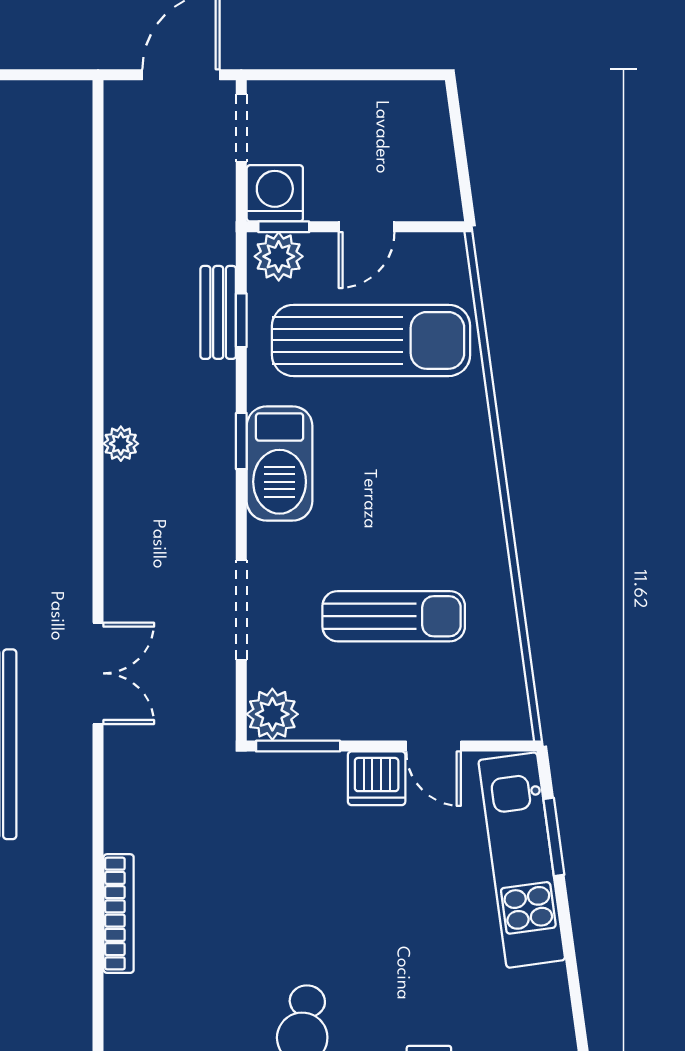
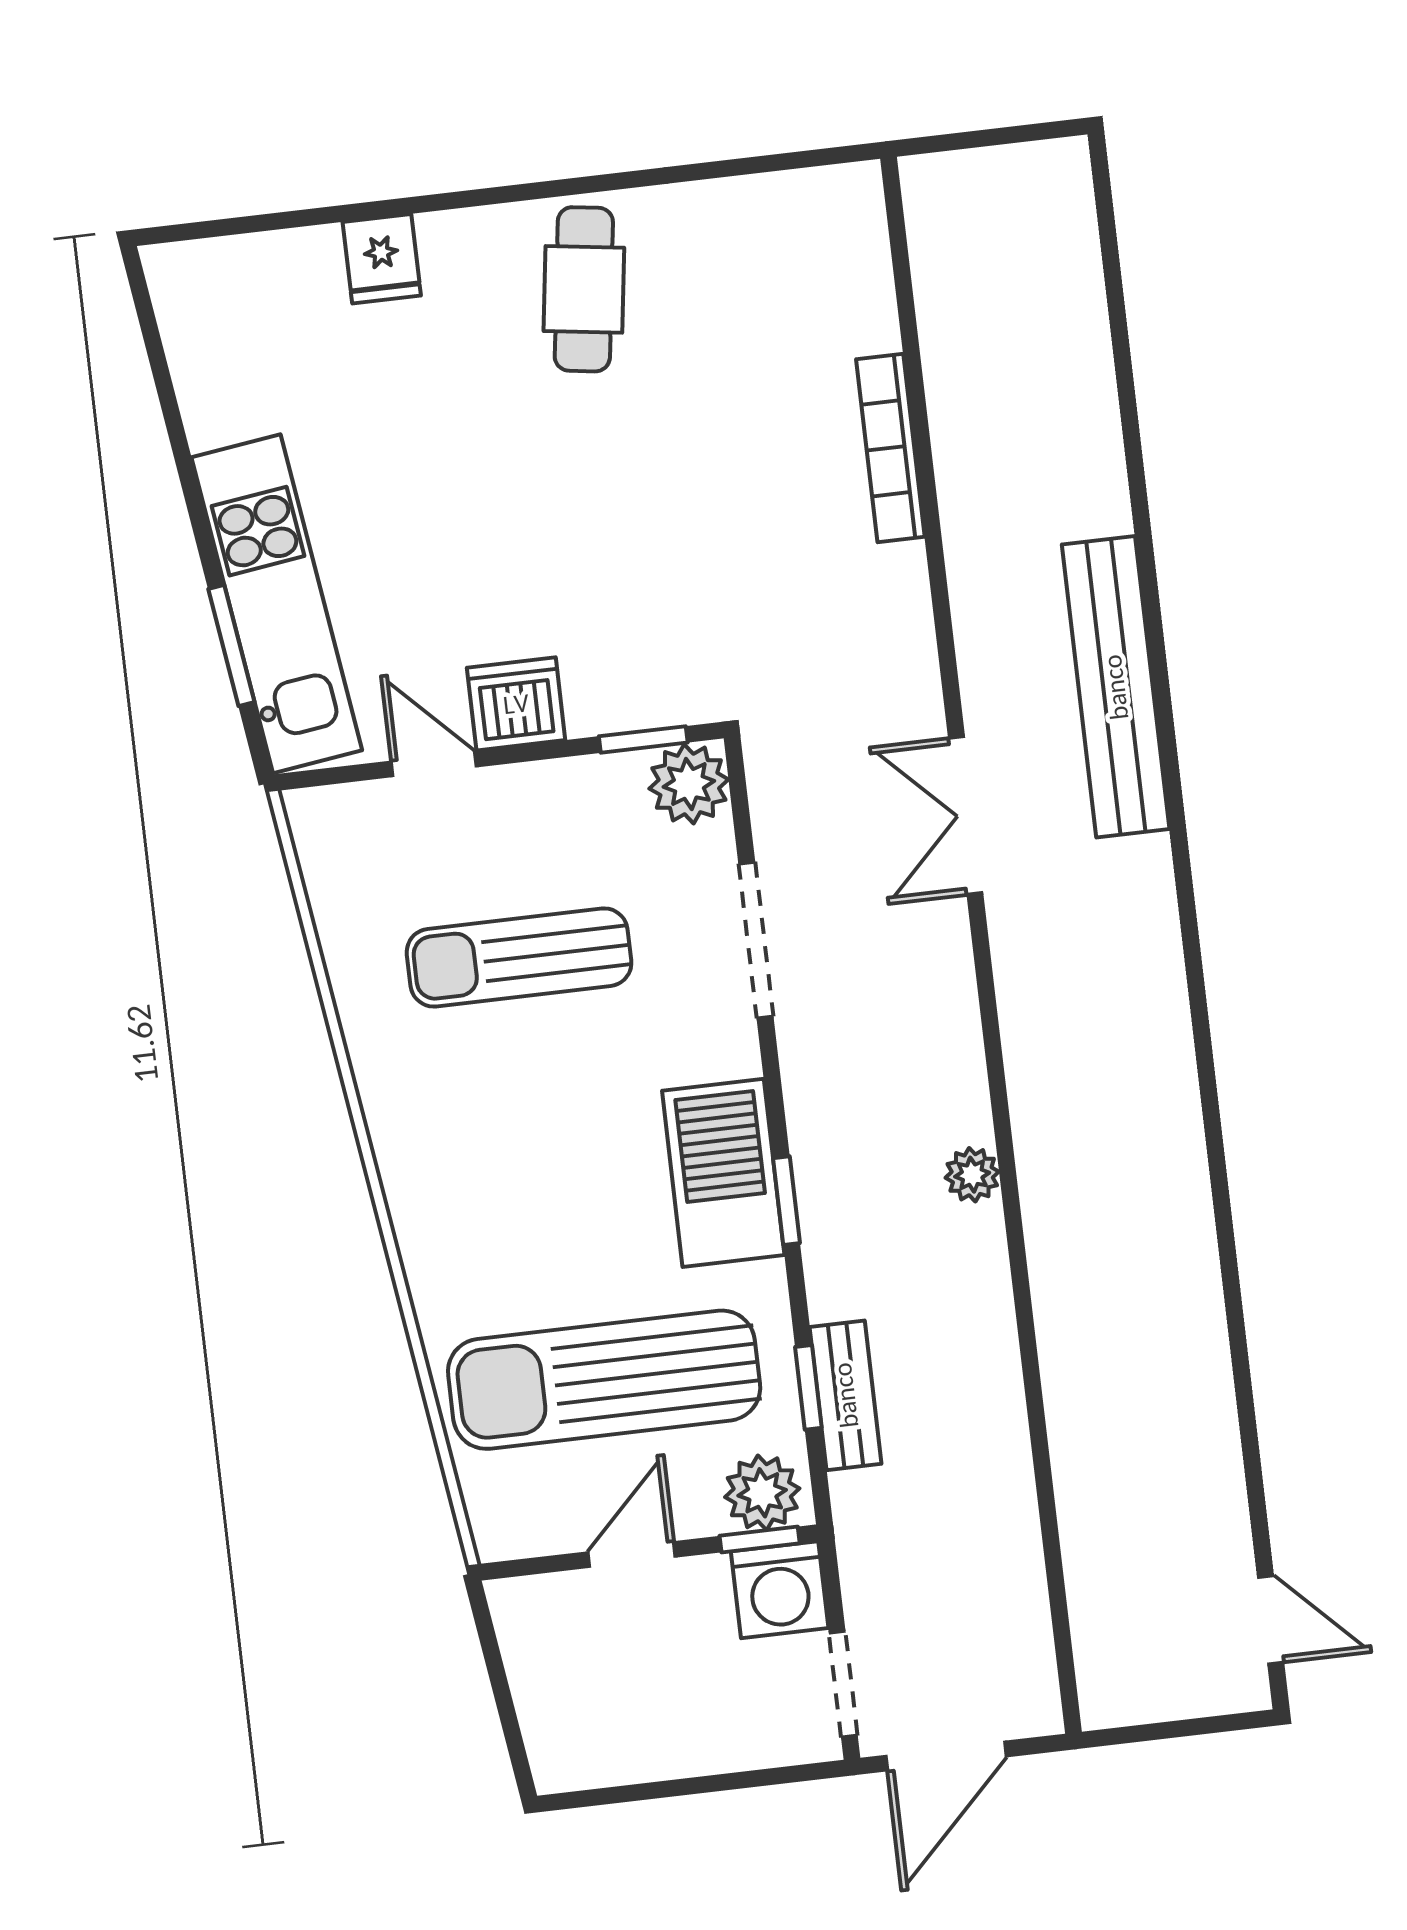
window: (298, 746) -> (643, 739), width x0.67

